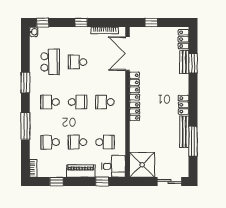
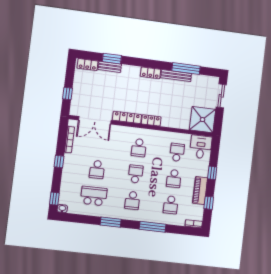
piano: (81, 171) -> (200, 190), moved
window: (102, 182) -> (212, 173), moved

